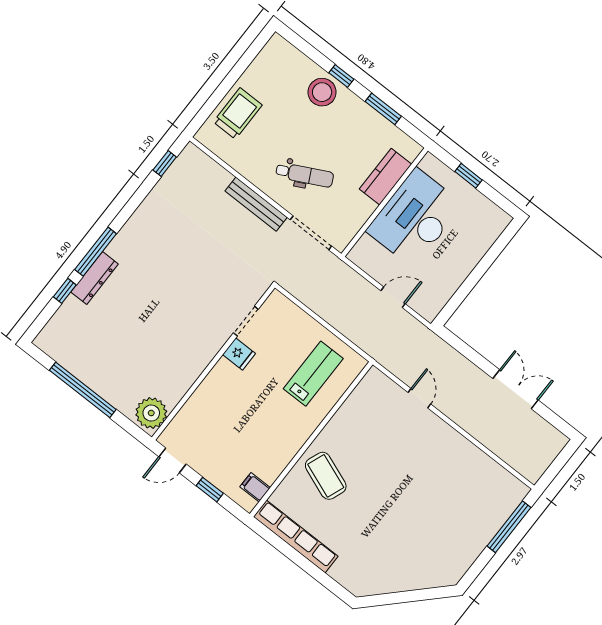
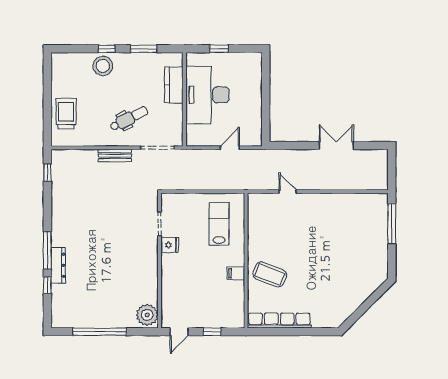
bench: (256, 204) -> (115, 156), width x0.73
filing cabinet: (255, 487) -> (236, 273), moved

